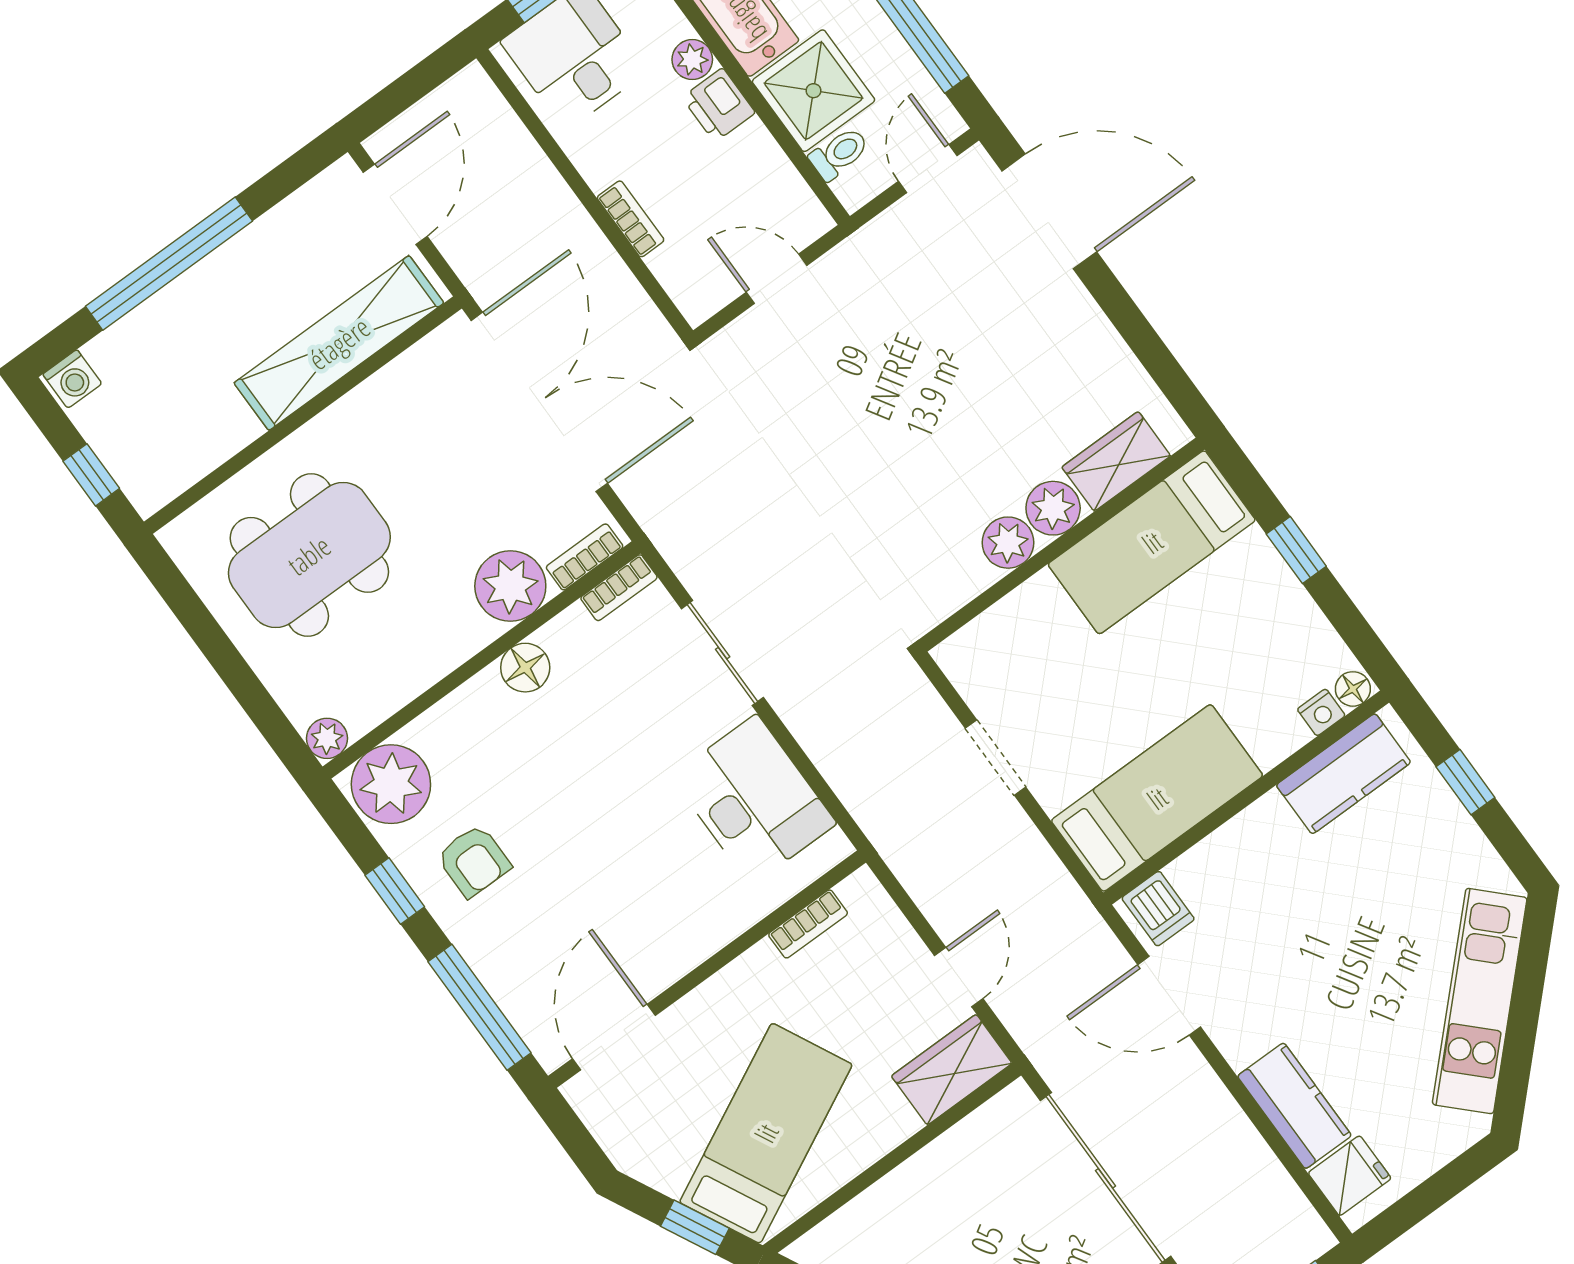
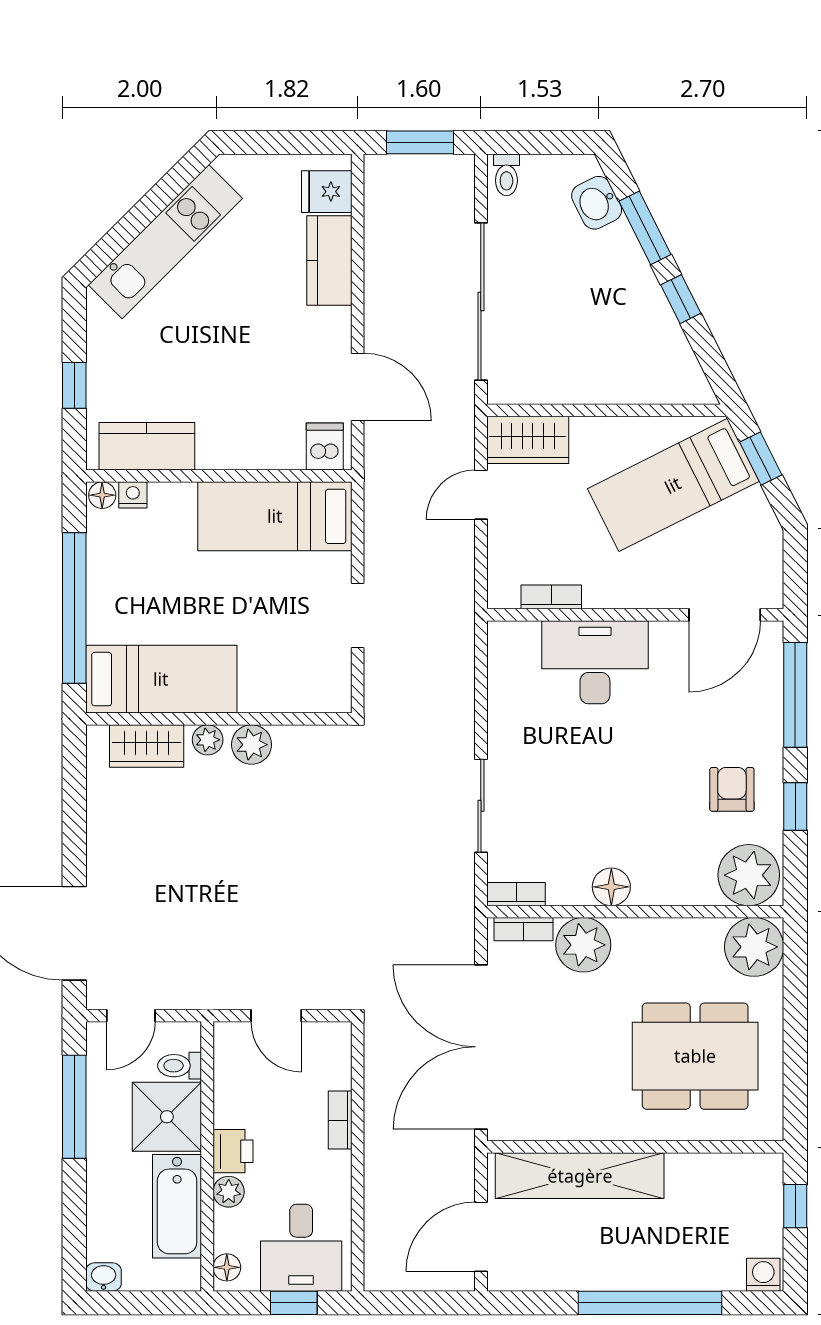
plant: (1053, 508) -> (208, 740), width x0.73, depth x0.73
window: (1296, 550) -> (74, 608), width x3.17
plant: (327, 738) -> (754, 947), width x1.87, depth x1.87
desk: (754, 800) -> (595, 662), moved, turned 90

